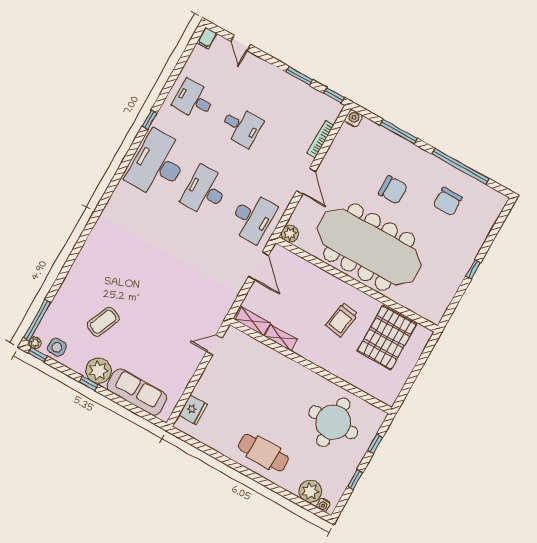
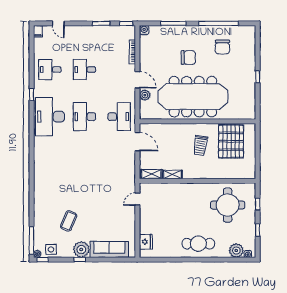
desk: (241, 126) -> (85, 70), turned 180
plant: (290, 234) -> (145, 95), moved

